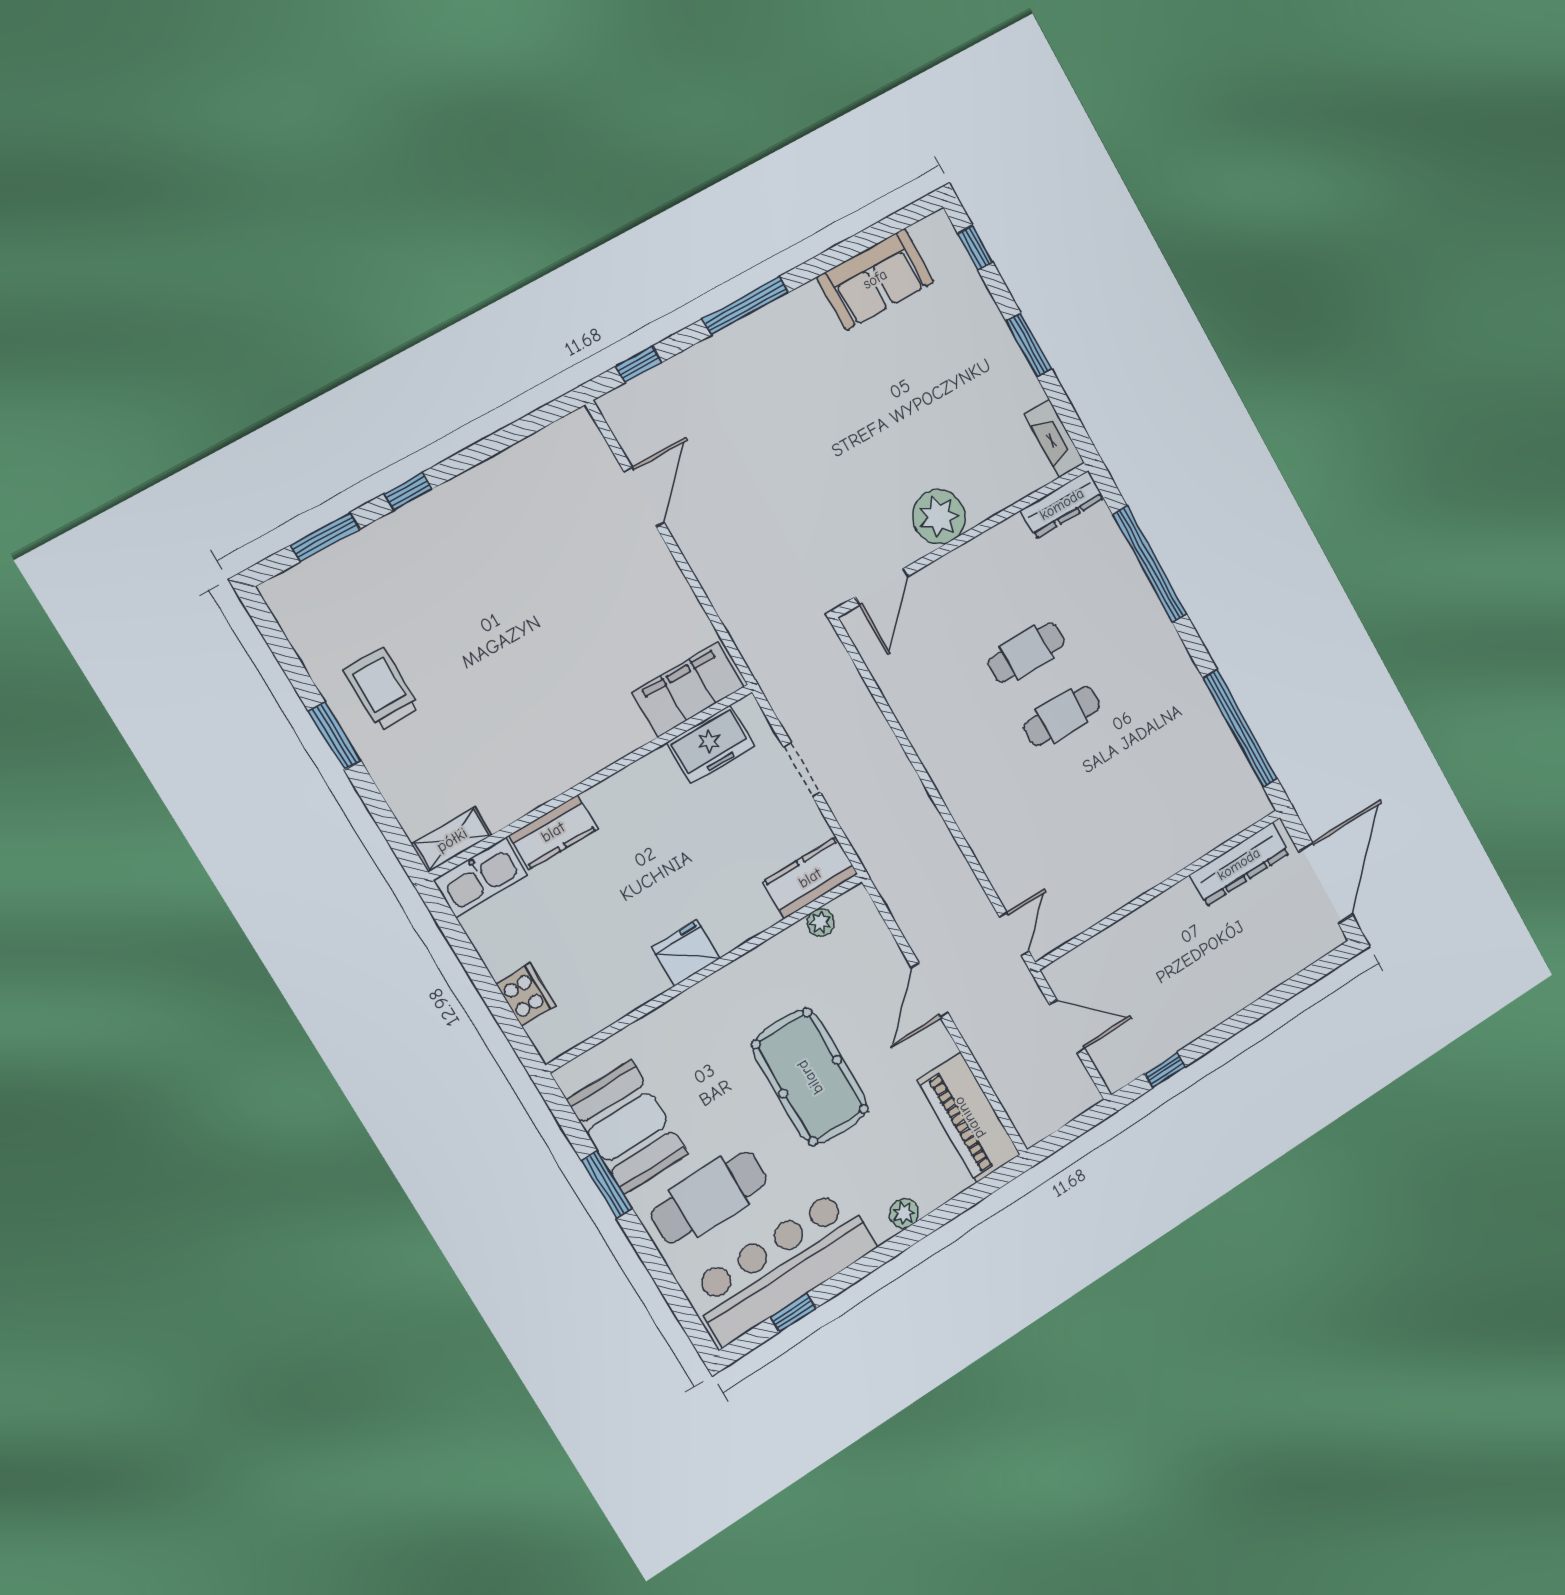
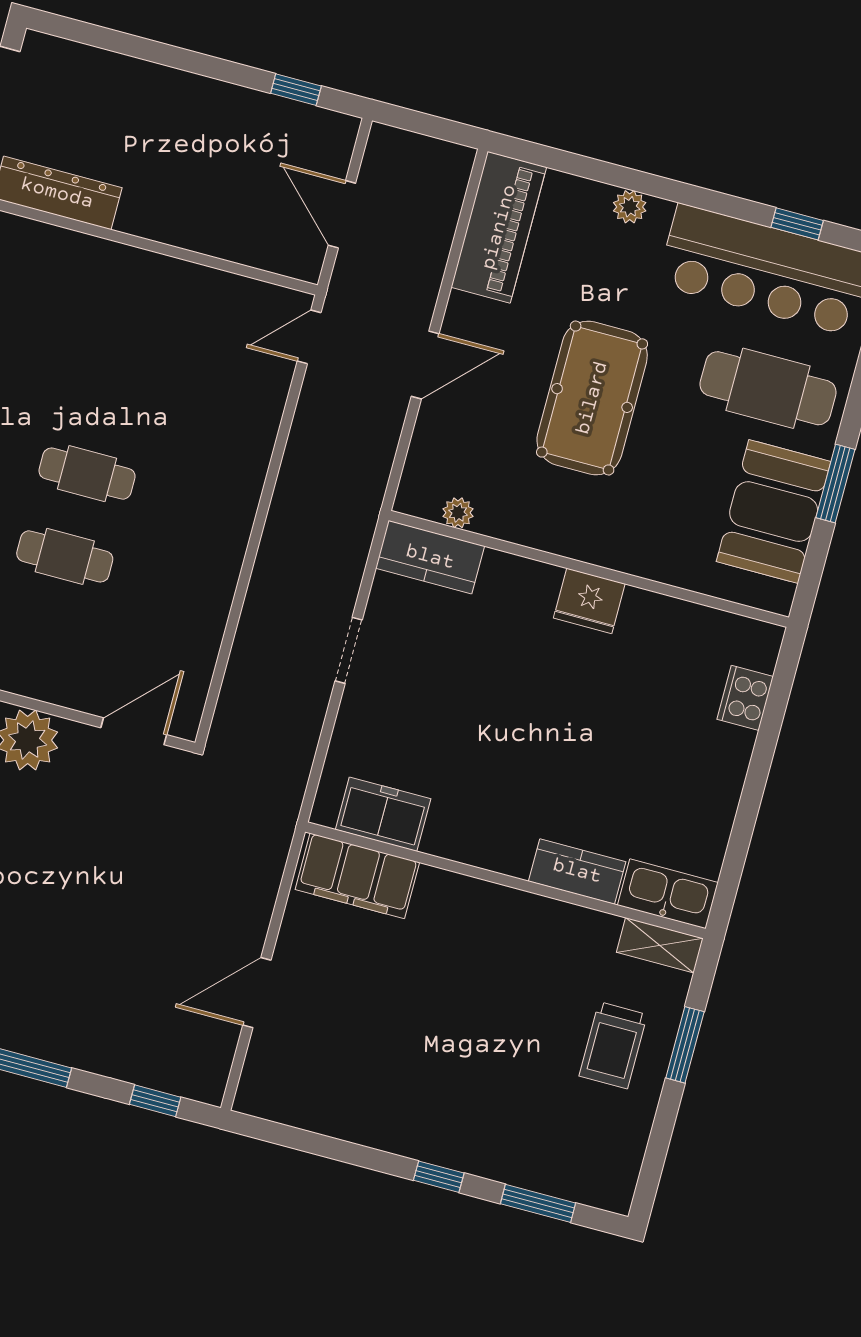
filing cabinet: (688, 690) -> (357, 876), moved
freezer: (711, 744) -> (383, 814), moved
wall: (593, 781) -> (505, 880), moved
kitchen counter: (553, 832) -> (577, 871), moved
shelving: (452, 840) -> (660, 945), moved
kitchen sink: (480, 877) -> (668, 894), moved

